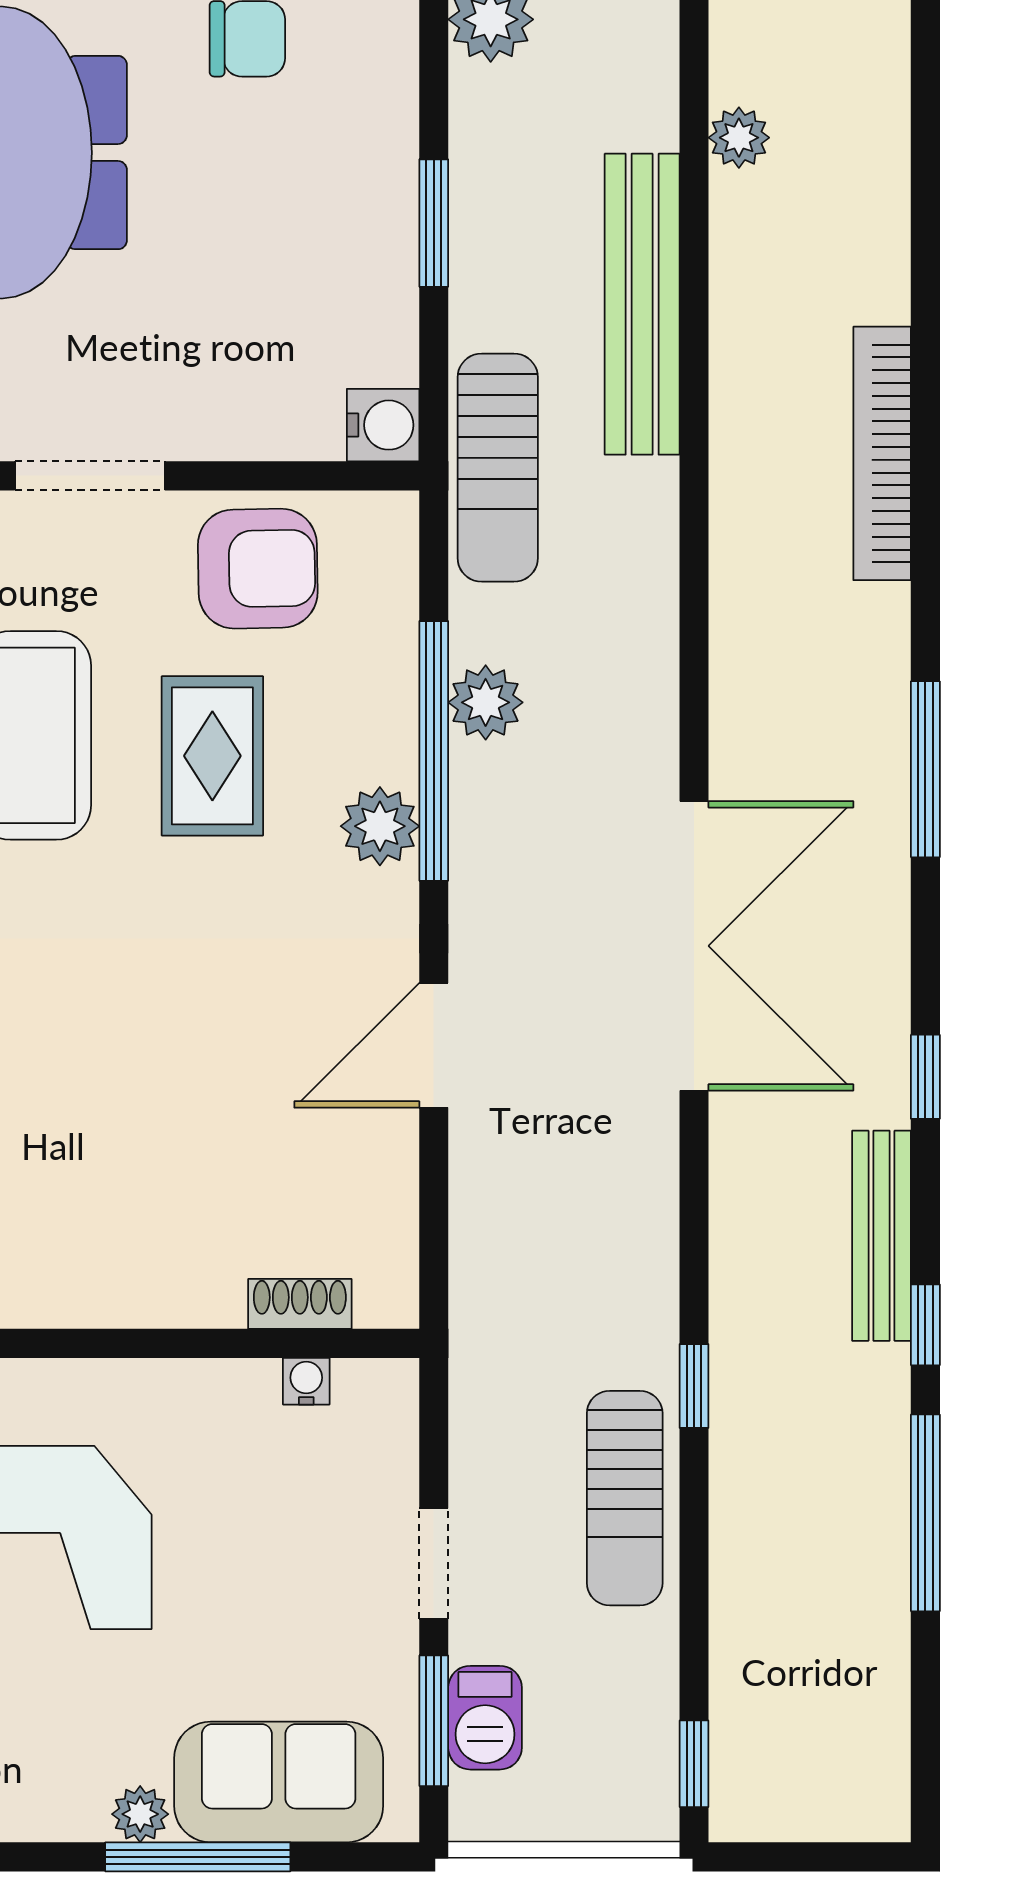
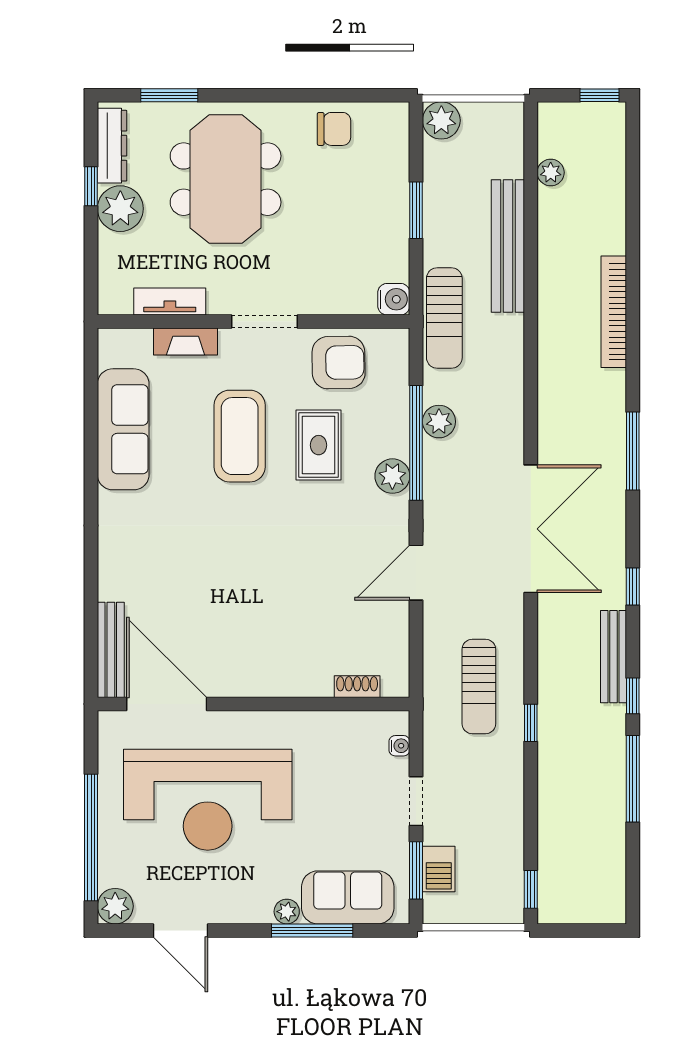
water cooler: (306, 1381) -> (399, 746), moved, turned 90
sun lounger: (625, 1498) -> (479, 686), moved

